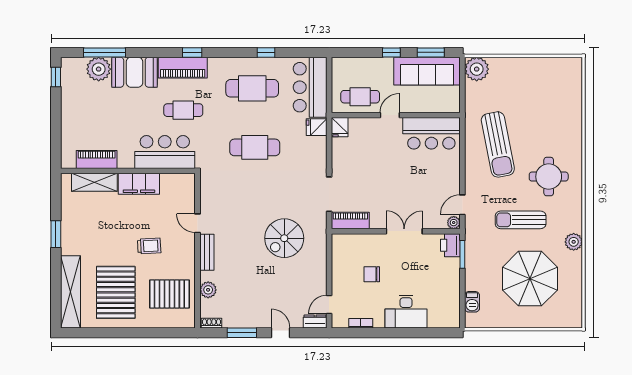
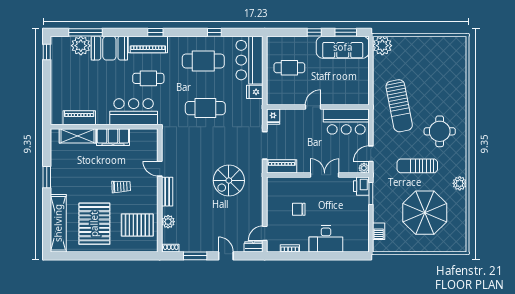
door: (390, 115) -> (313, 107), moved
wall: (396, 115) -> (318, 107), moved
fridge: (340, 127) -> (273, 117), moved
bar counter: (431, 133) -> (346, 122), moved

